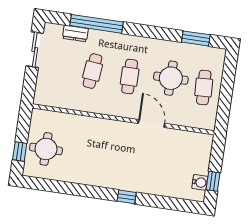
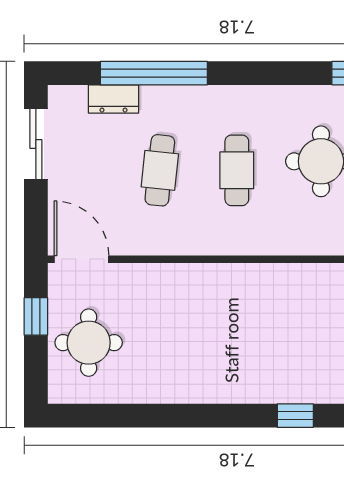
door: (151, 123) -> (81, 259), moved
window: (20, 151) -> (36, 316), moved
window: (127, 197) -> (295, 416), moved

